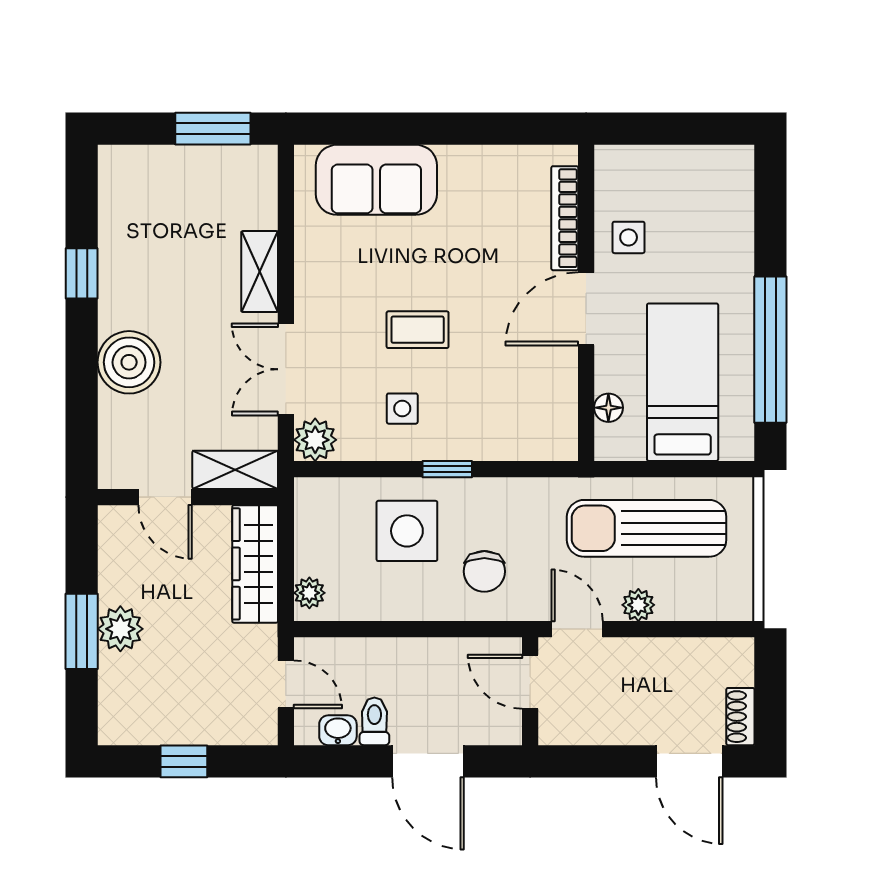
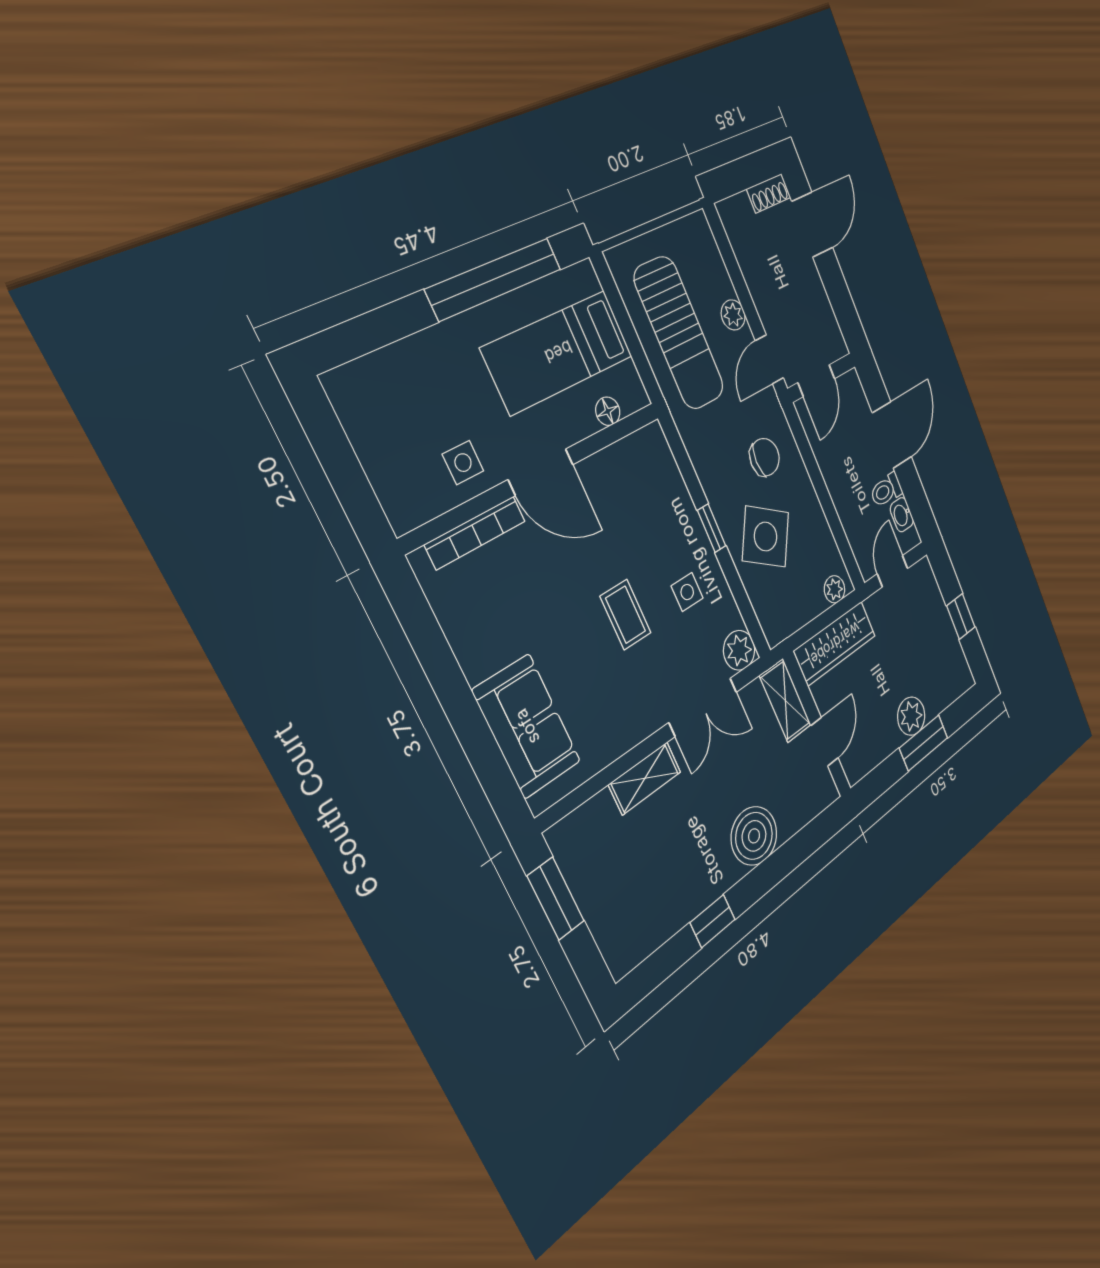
side table: (407, 531) -> (766, 536), turned 33

